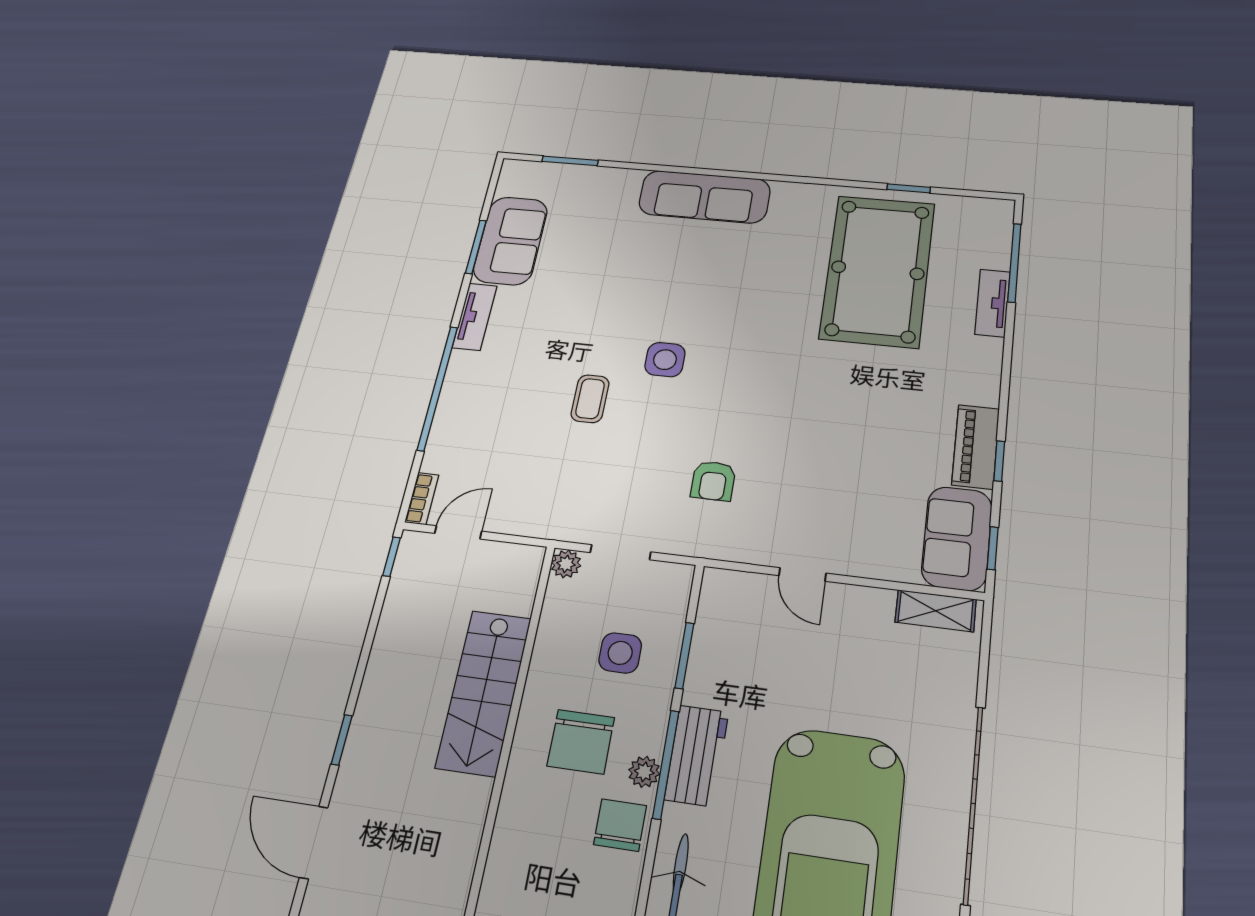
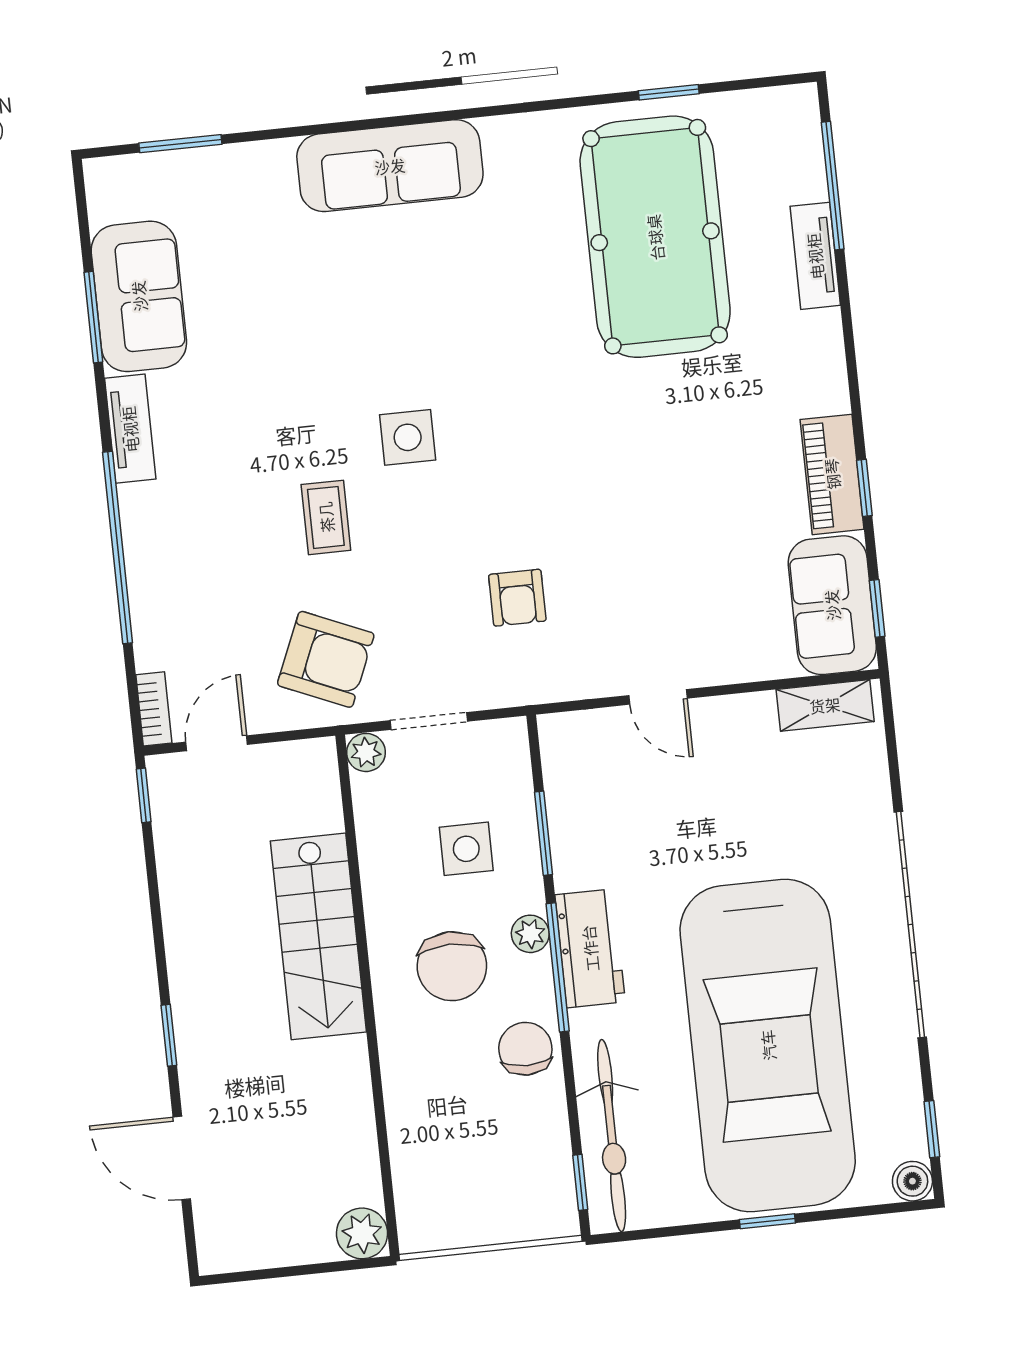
armchair: (558, 492) -> (326, 659), added
plant: (644, 772) -> (530, 934), moved

